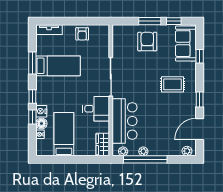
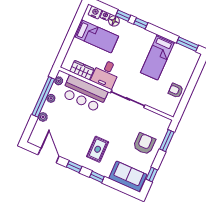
window: (150, 21) -> (167, 141), moved
tv unit: (49, 30) -> (192, 63), removed
armchair: (147, 42) -> (144, 144), turned -90
window: (200, 56) -> (97, 177), moved
window: (32, 63) -> (187, 44), moved
nightstand: (41, 111) -> (95, 12), moved
wardrobe: (103, 144) -> (82, 70), moved
plant: (187, 151) -> (43, 117), moved

